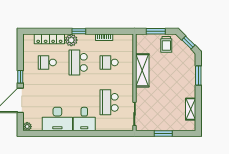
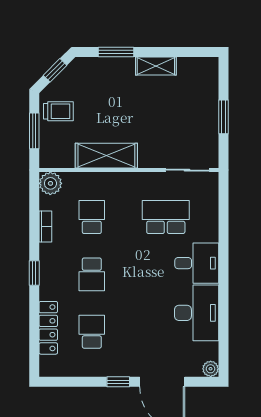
plant: (71, 40) -> (50, 183), moved
school desk: (47, 62) -> (92, 332), turned 180
school desk: (78, 62) -> (92, 274), width x0.54
school desk: (109, 62) -> (92, 217), turned 180
school desk: (109, 102) -> (166, 217), turned 180
shelving: (191, 109) -> (156, 66), moved

